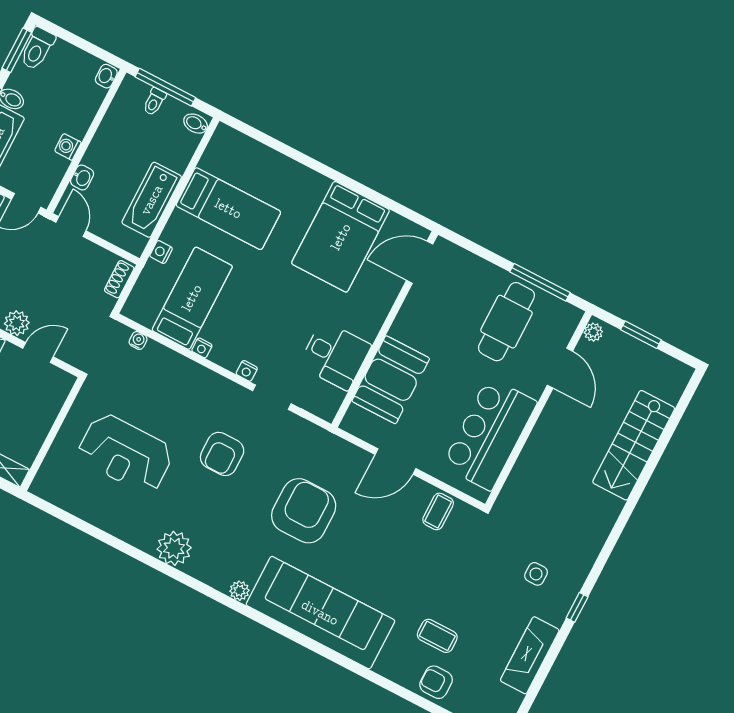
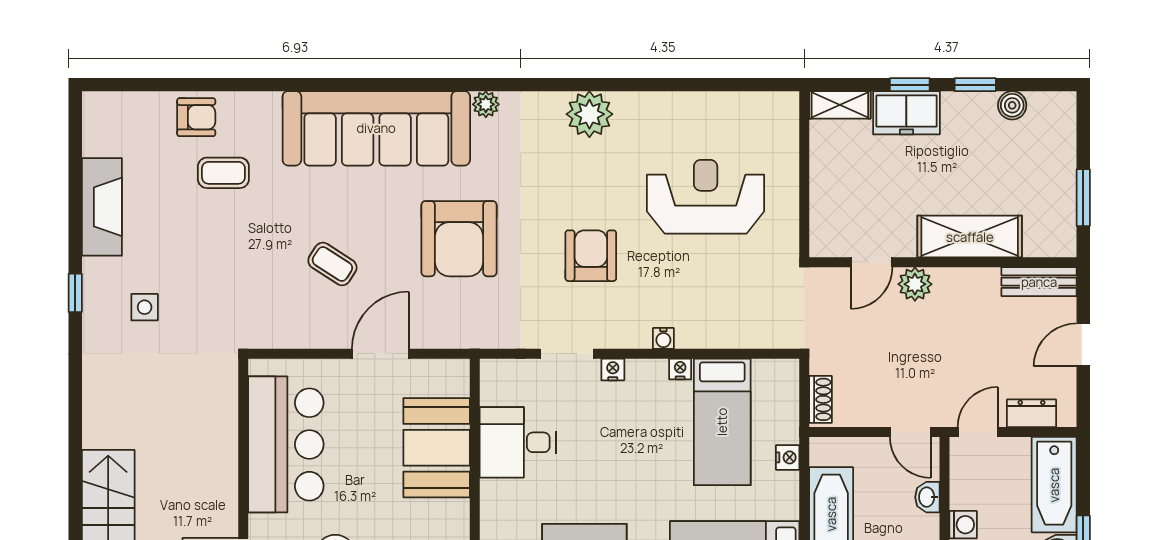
water cooler: (138, 340) -> (663, 338), moved
coffee table: (438, 511) -> (332, 264), moved, turned -57

